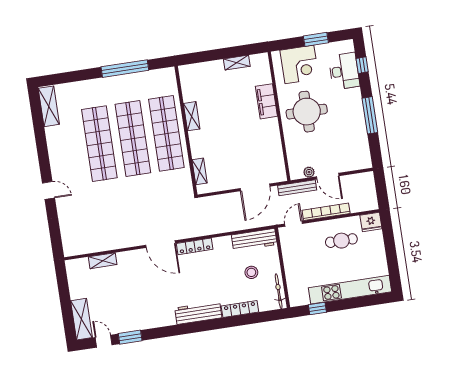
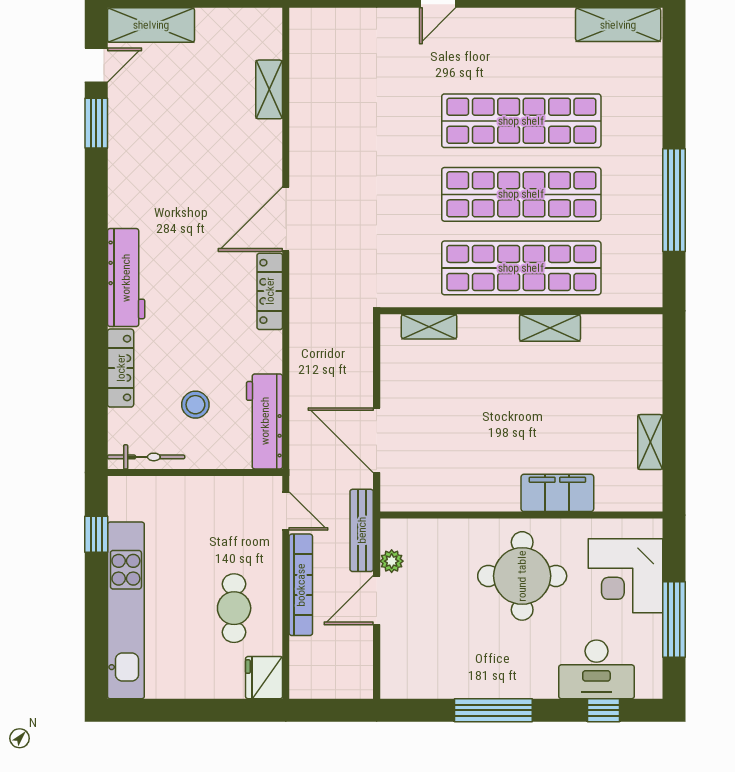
window: (316, 39) -> (674, 619), width x1.44

